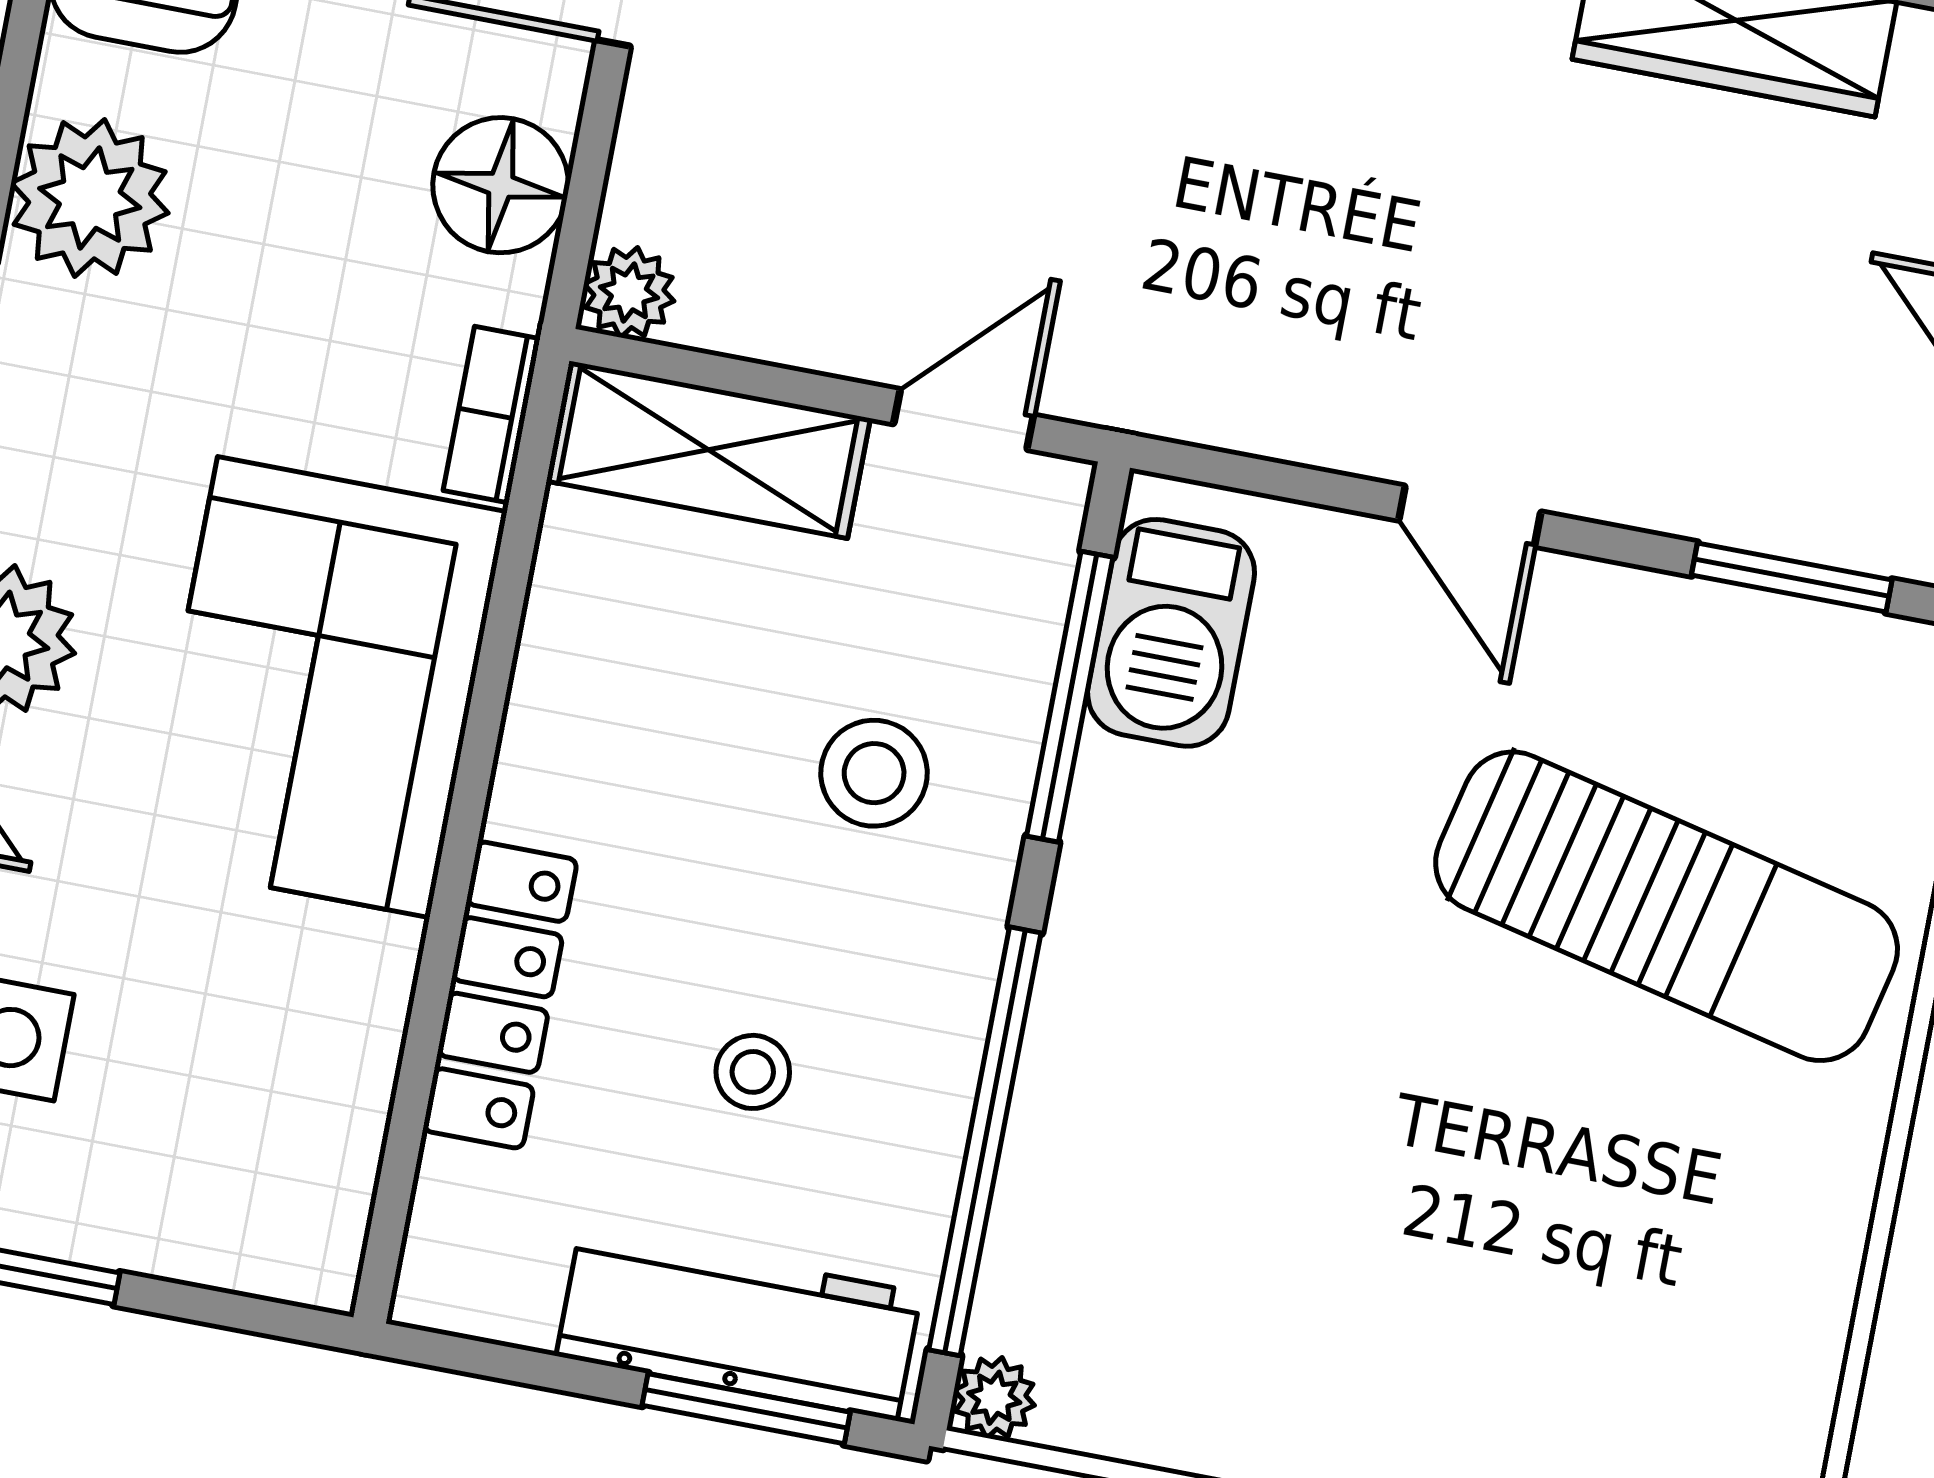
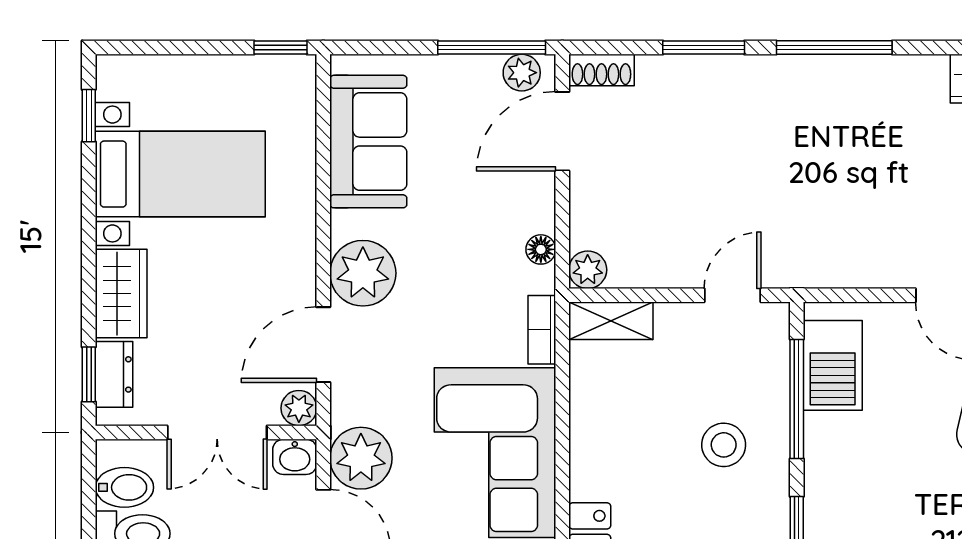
floor lamp: (501, 185) -> (541, 249), width x0.53, depth x0.53
shelving: (708, 450) -> (611, 321), width x0.67, depth x0.75

